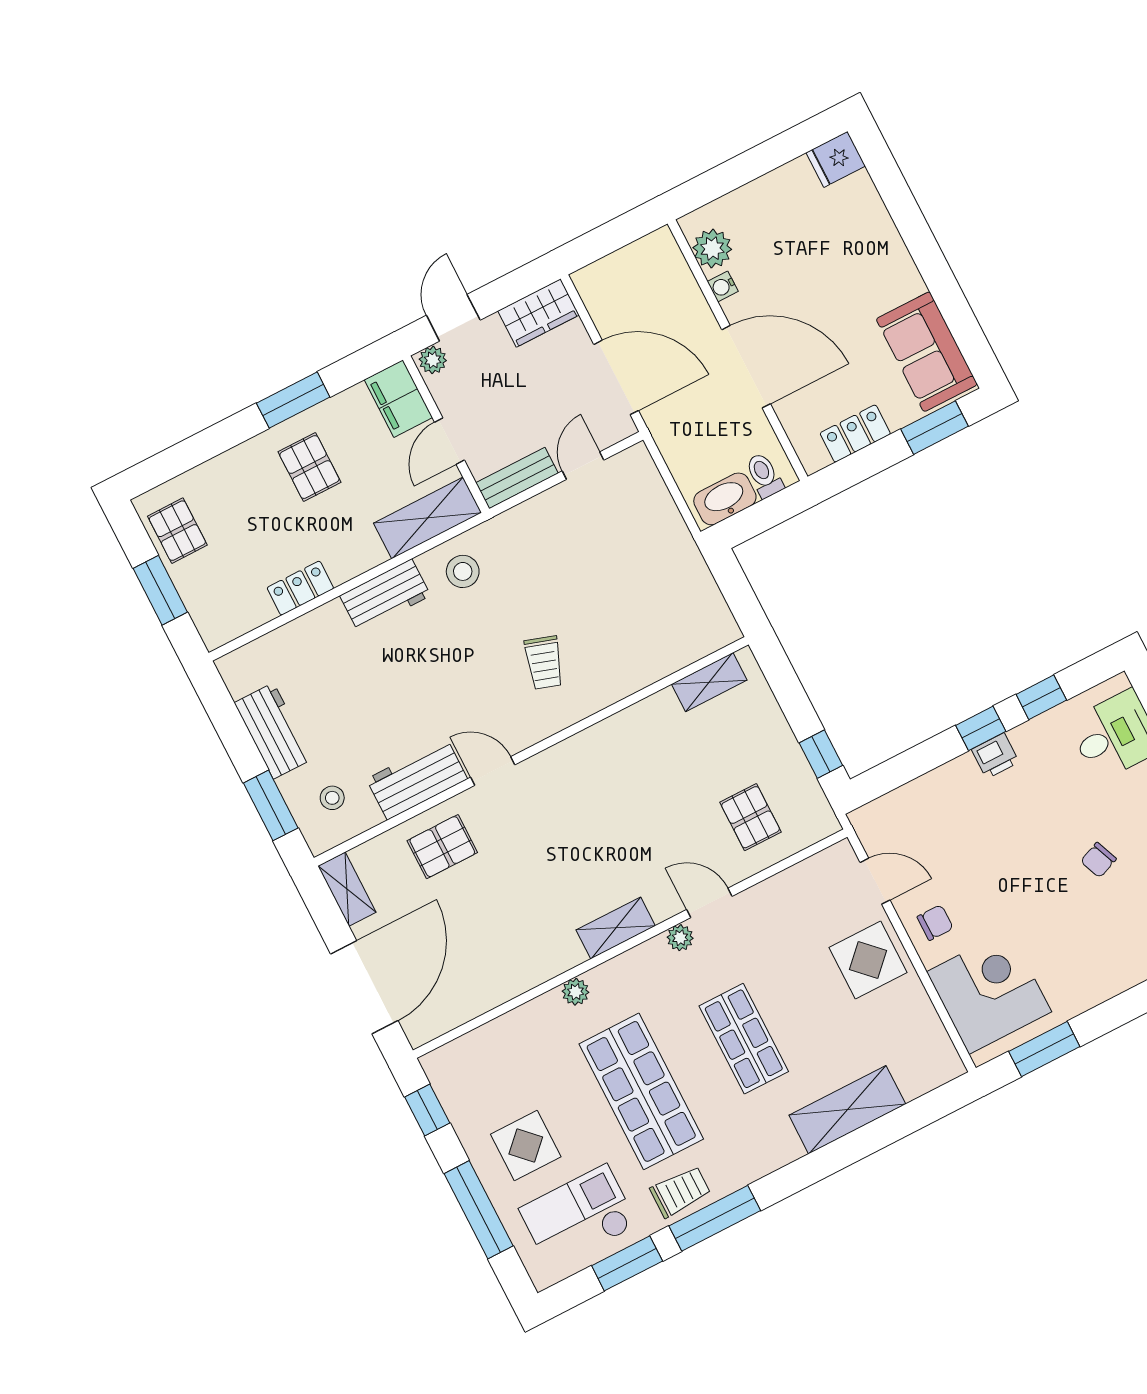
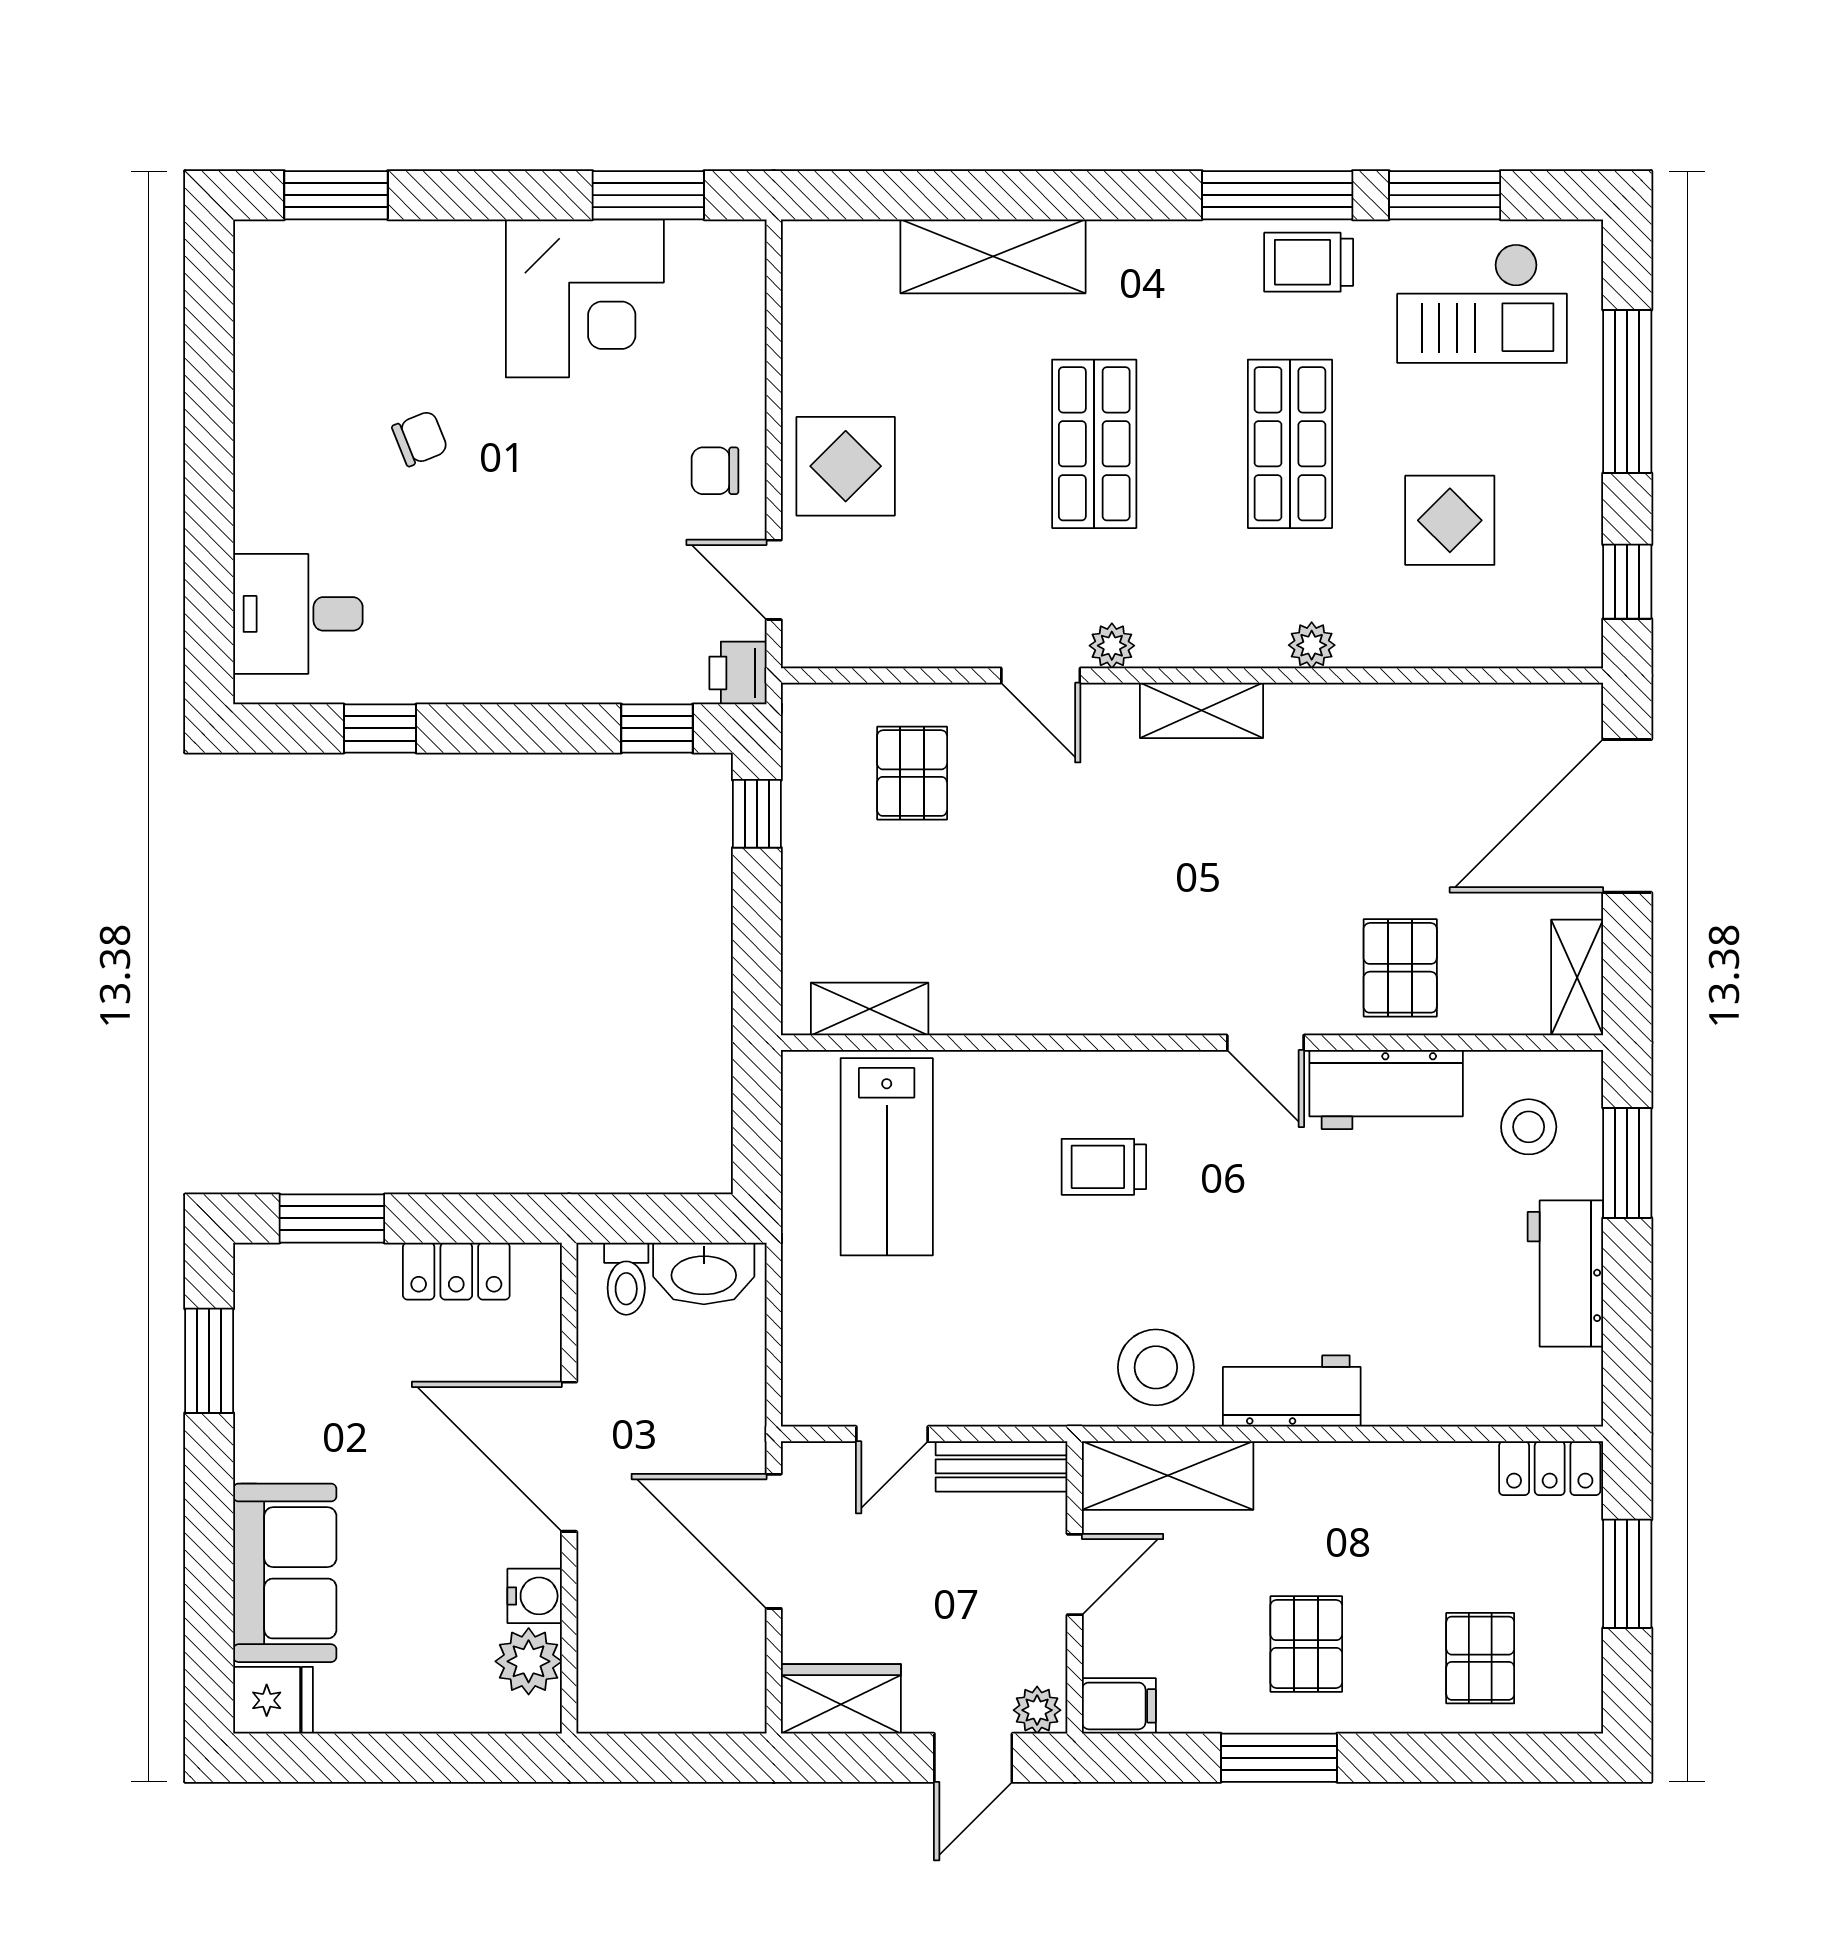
water cooler: (723, 286) -> (535, 1596), width x1.38, depth x1.38
window: (961, 320) -> (209, 1361), added
sofa: (927, 352) -> (285, 1573), moved
filing cabinet: (398, 399) -> (1119, 1706), width x0.50
pallet: (177, 531) -> (1480, 1658), moved
stool: (463, 571) -> (1156, 1367), width x1.38, depth x1.38
locker: (300, 588) -> (1550, 1468), moved
lab bench: (661, 609) -> (887, 1157), added
trolley: (544, 663) -> (1104, 1167), turned -108
window: (981, 728) -> (657, 728), moved
printer: (995, 756) -> (738, 673), moved, turned -90
stool: (332, 798) -> (1529, 1127), width x1.37, depth x1.37
pallet: (442, 847) -> (1400, 968), turned 90
corner desk: (989, 992) -> (585, 298), moved, turned -90
shop shelf: (641, 1091) -> (1290, 444), width x0.70, depth x0.74
display table: (526, 1145) -> (1450, 520), moved

